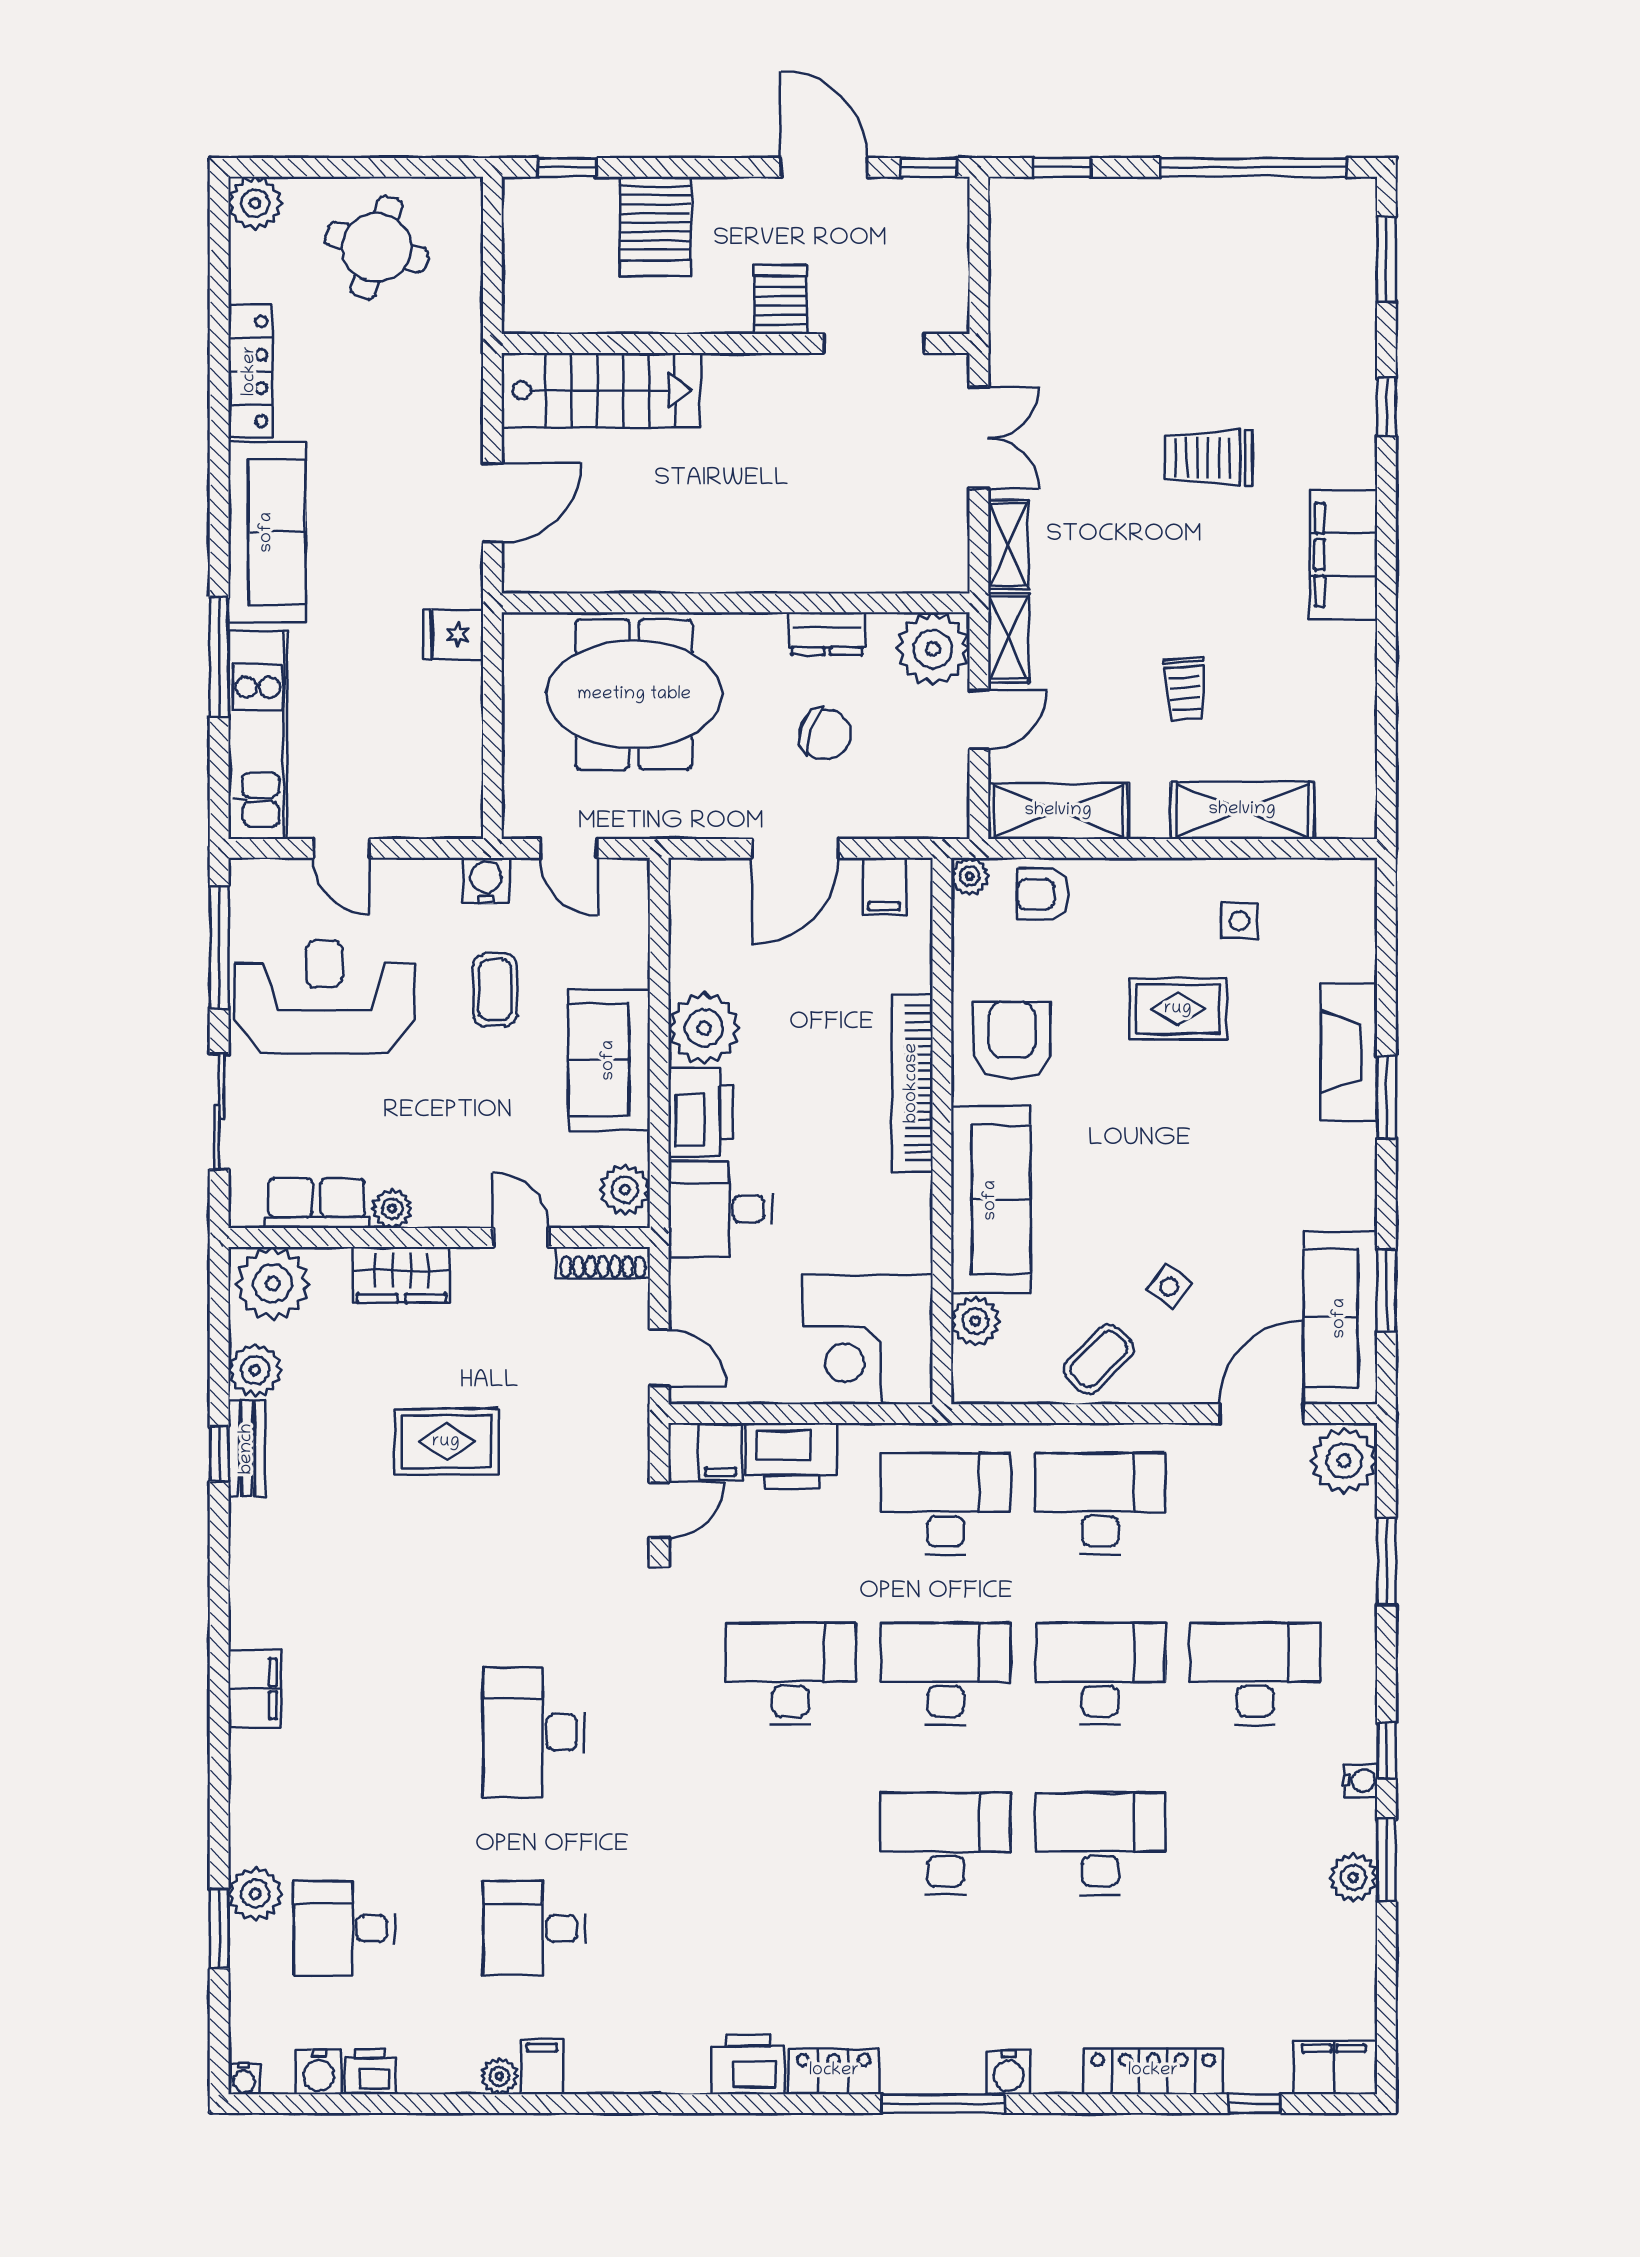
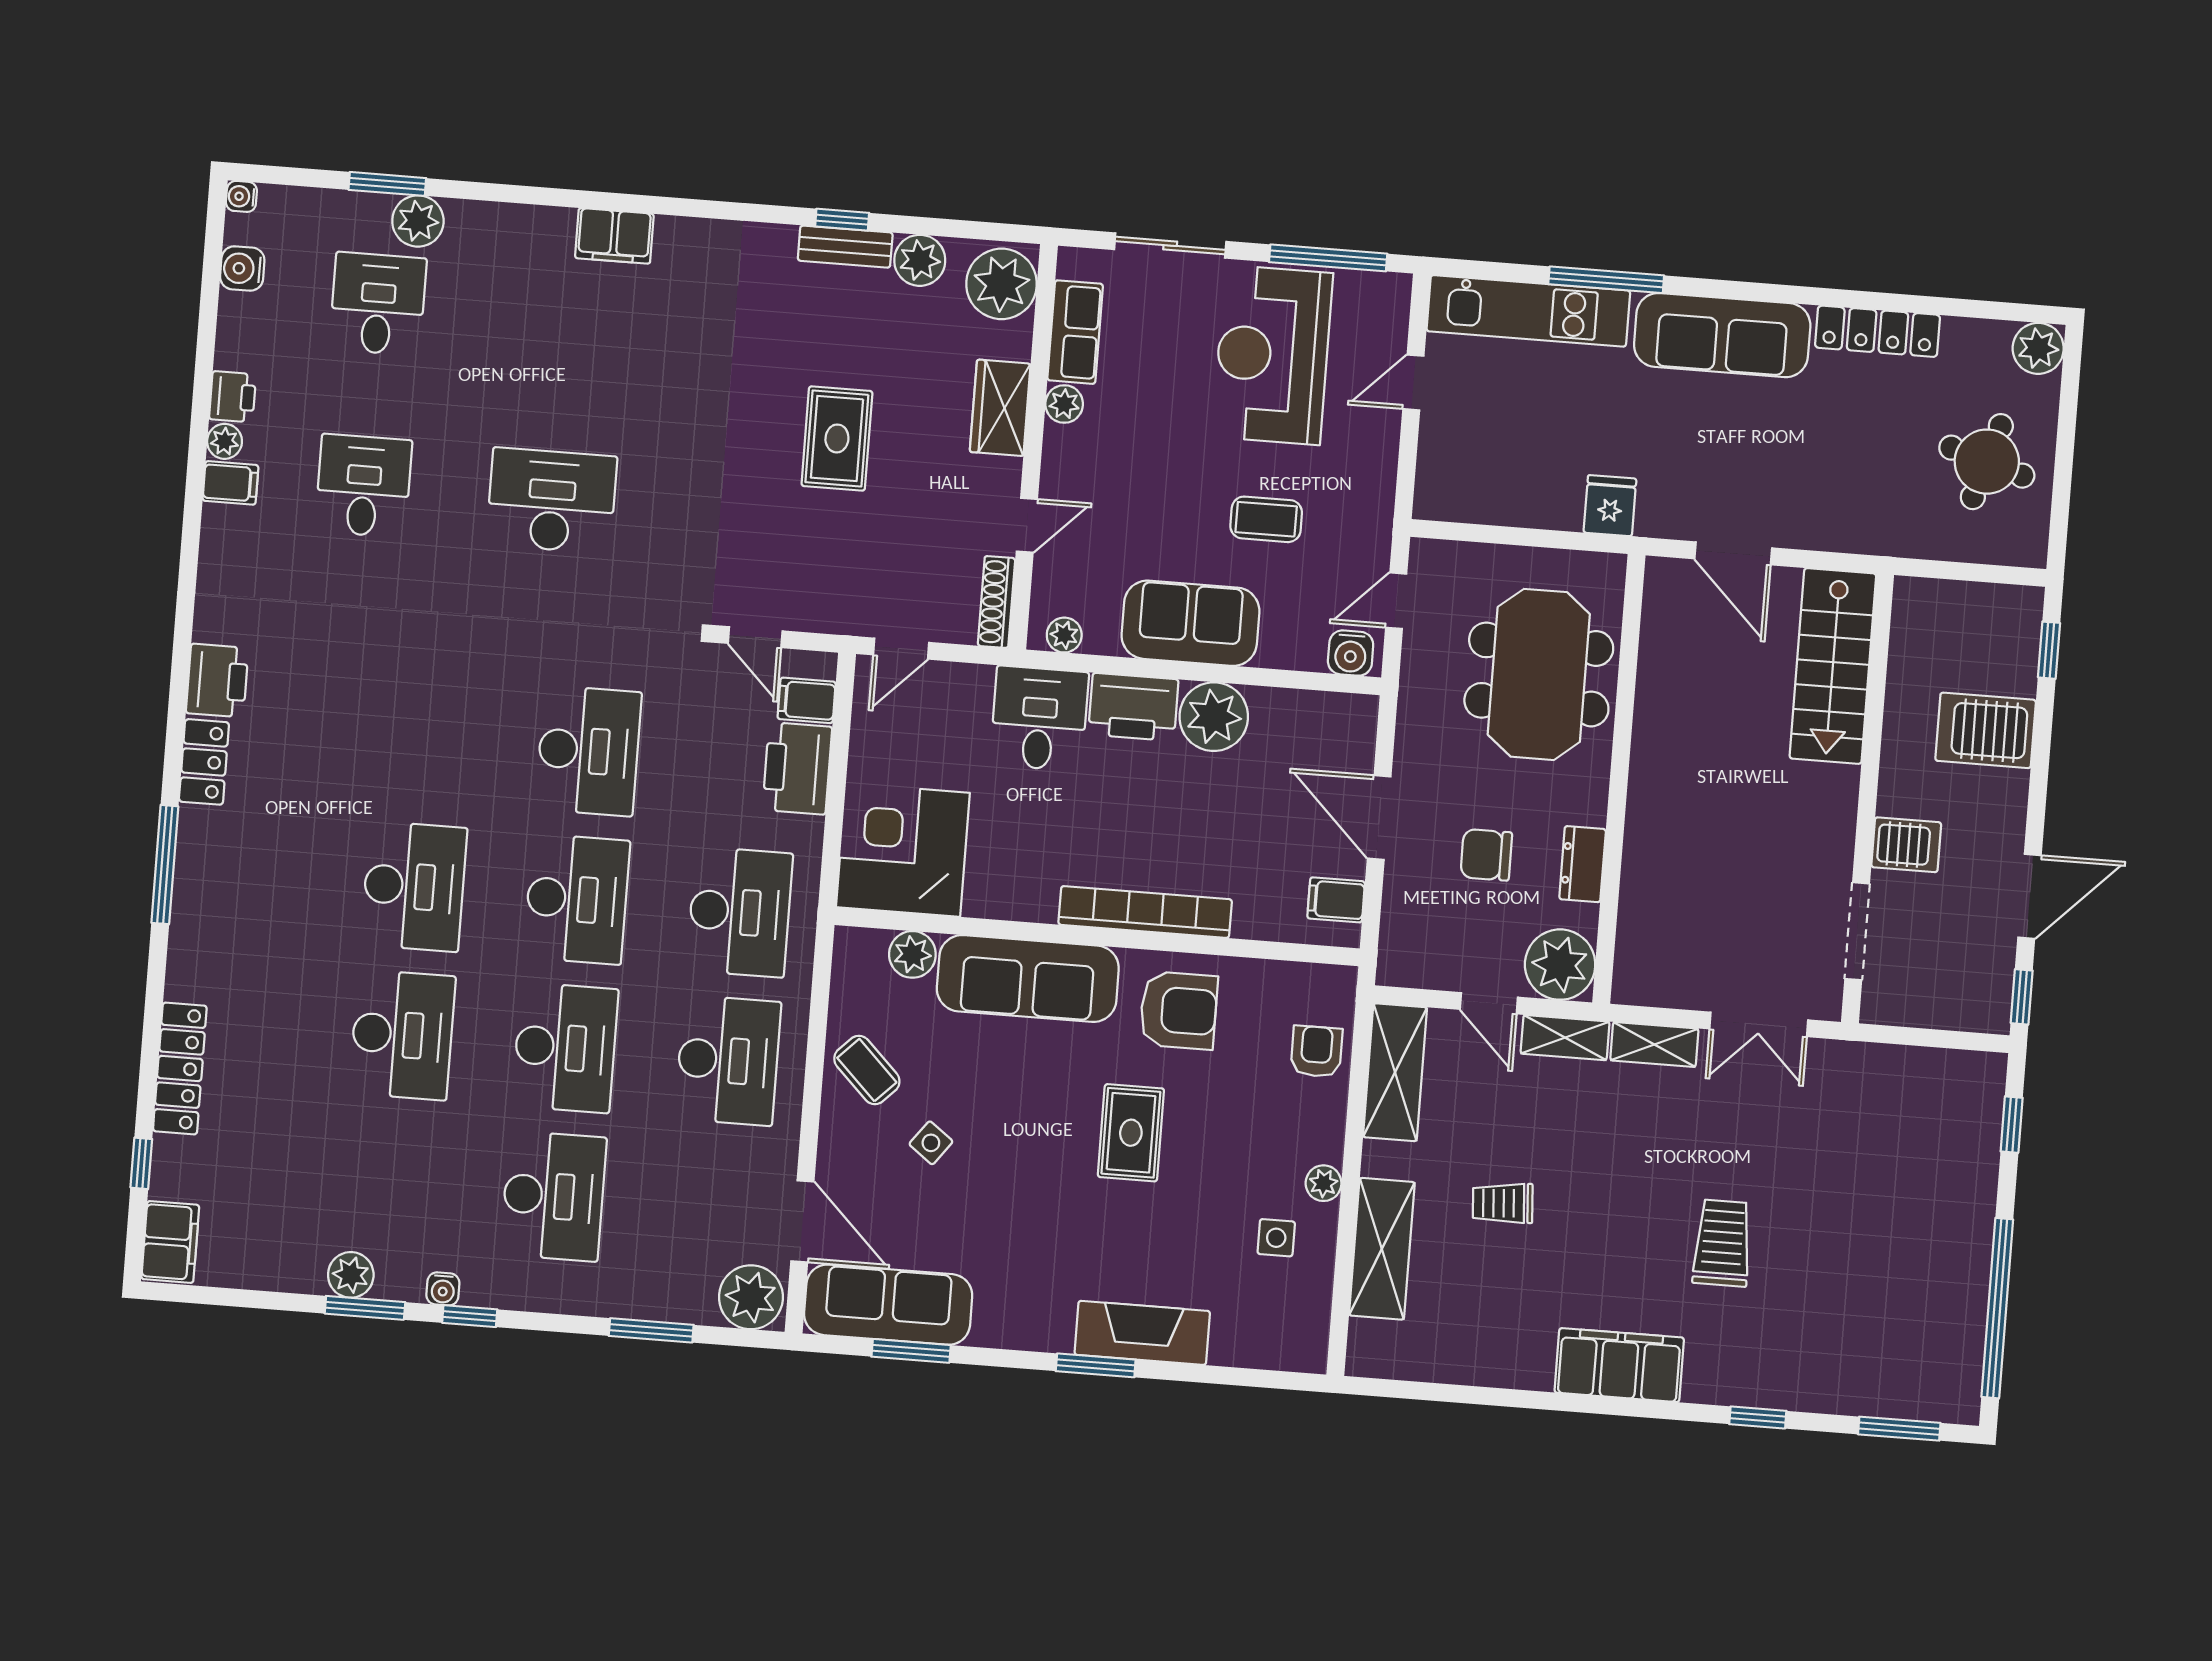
chair: (825, 734) -> (1486, 855), turned 71
plant: (970, 876) -> (1324, 1183), moved
water cooler: (486, 881) -> (1351, 653), moved, turned 90
reception desk: (324, 997) -> (1272, 355), turned 180
rug: (1178, 1009) -> (1131, 1133), moved
plant: (625, 1190) -> (1064, 635), width x0.73, depth x0.73
printer: (370, 2072) -> (233, 397), moved
water cooler: (1008, 2072) -> (190, 929), removed

